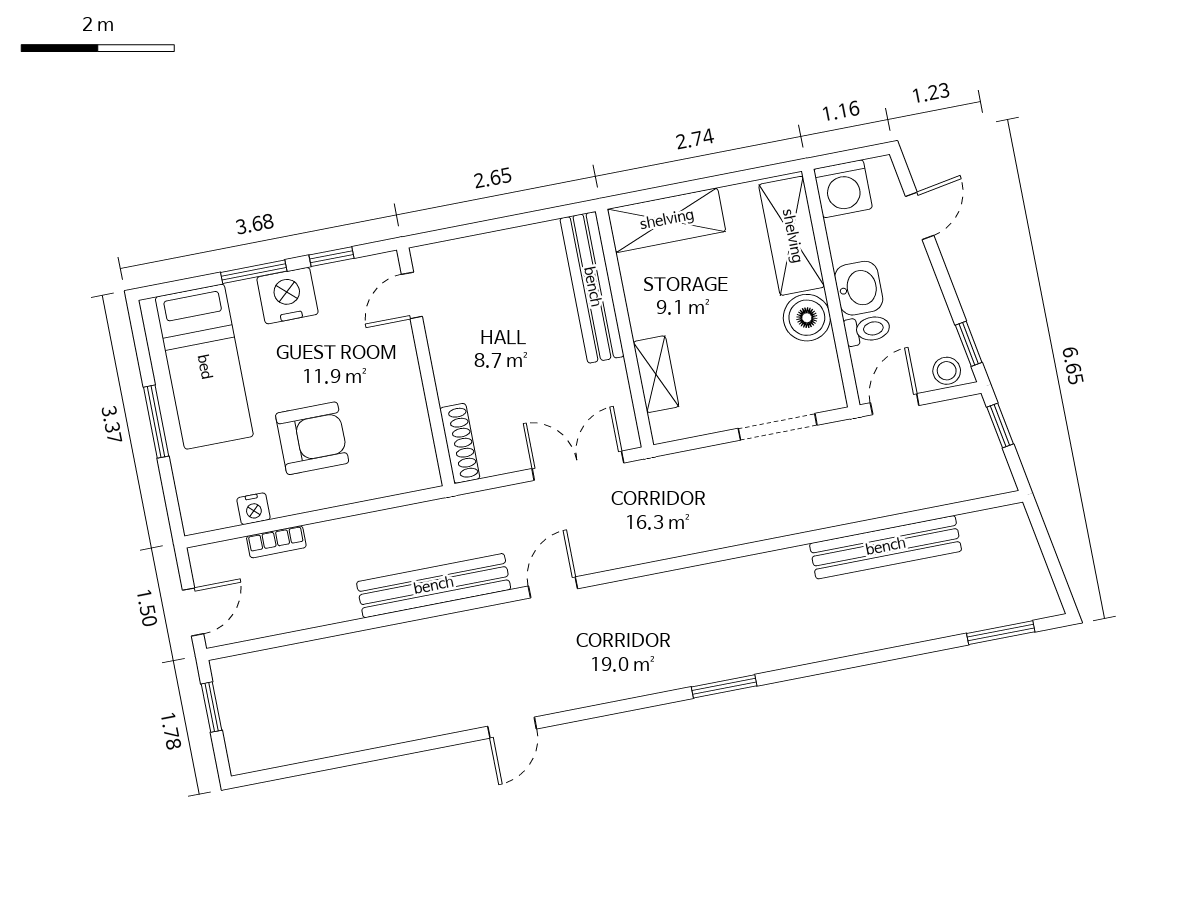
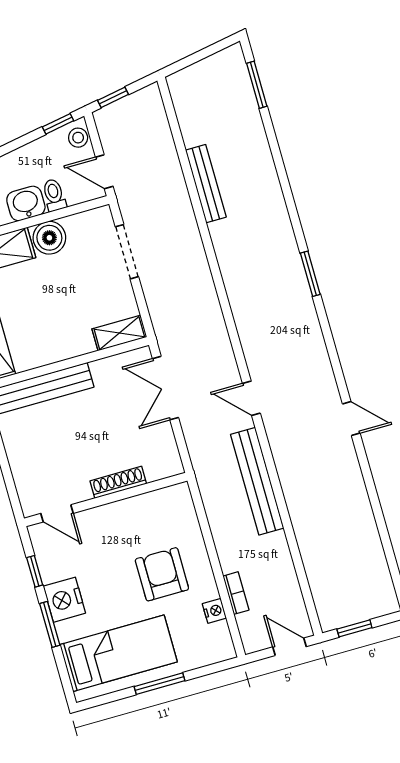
shelving: (656, 374) -> (119, 333), moved
shoe rack: (460, 443) -> (118, 482), moved
bench: (886, 547) -> (206, 184), width x0.73, depth x0.82

